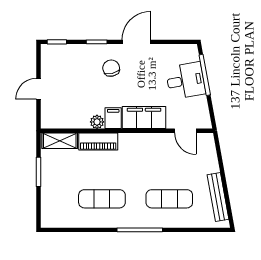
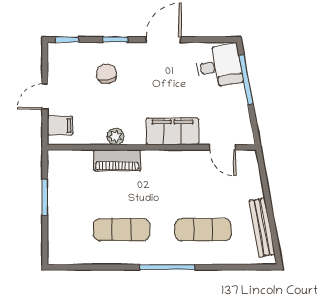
chair: (111, 68) -> (107, 74), moved
desk: (186, 81) -> (219, 66), moved
filing cabinet: (113, 118) -> (60, 126), moved, turned 90
shelving: (60, 141) -> (71, 159), removed

